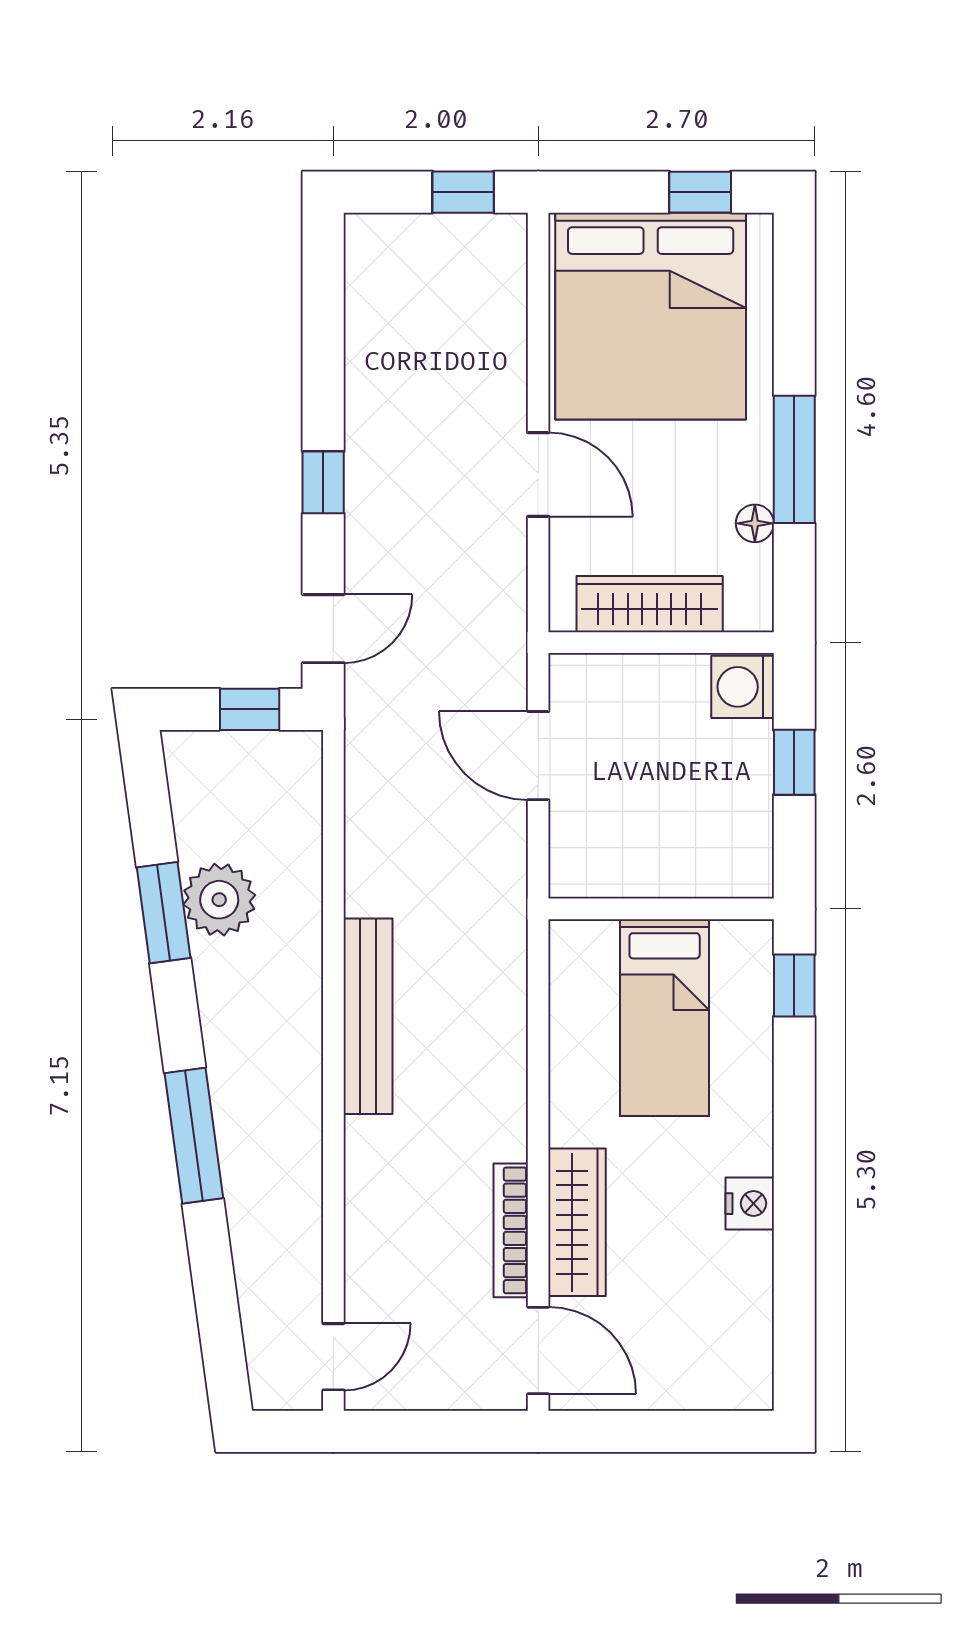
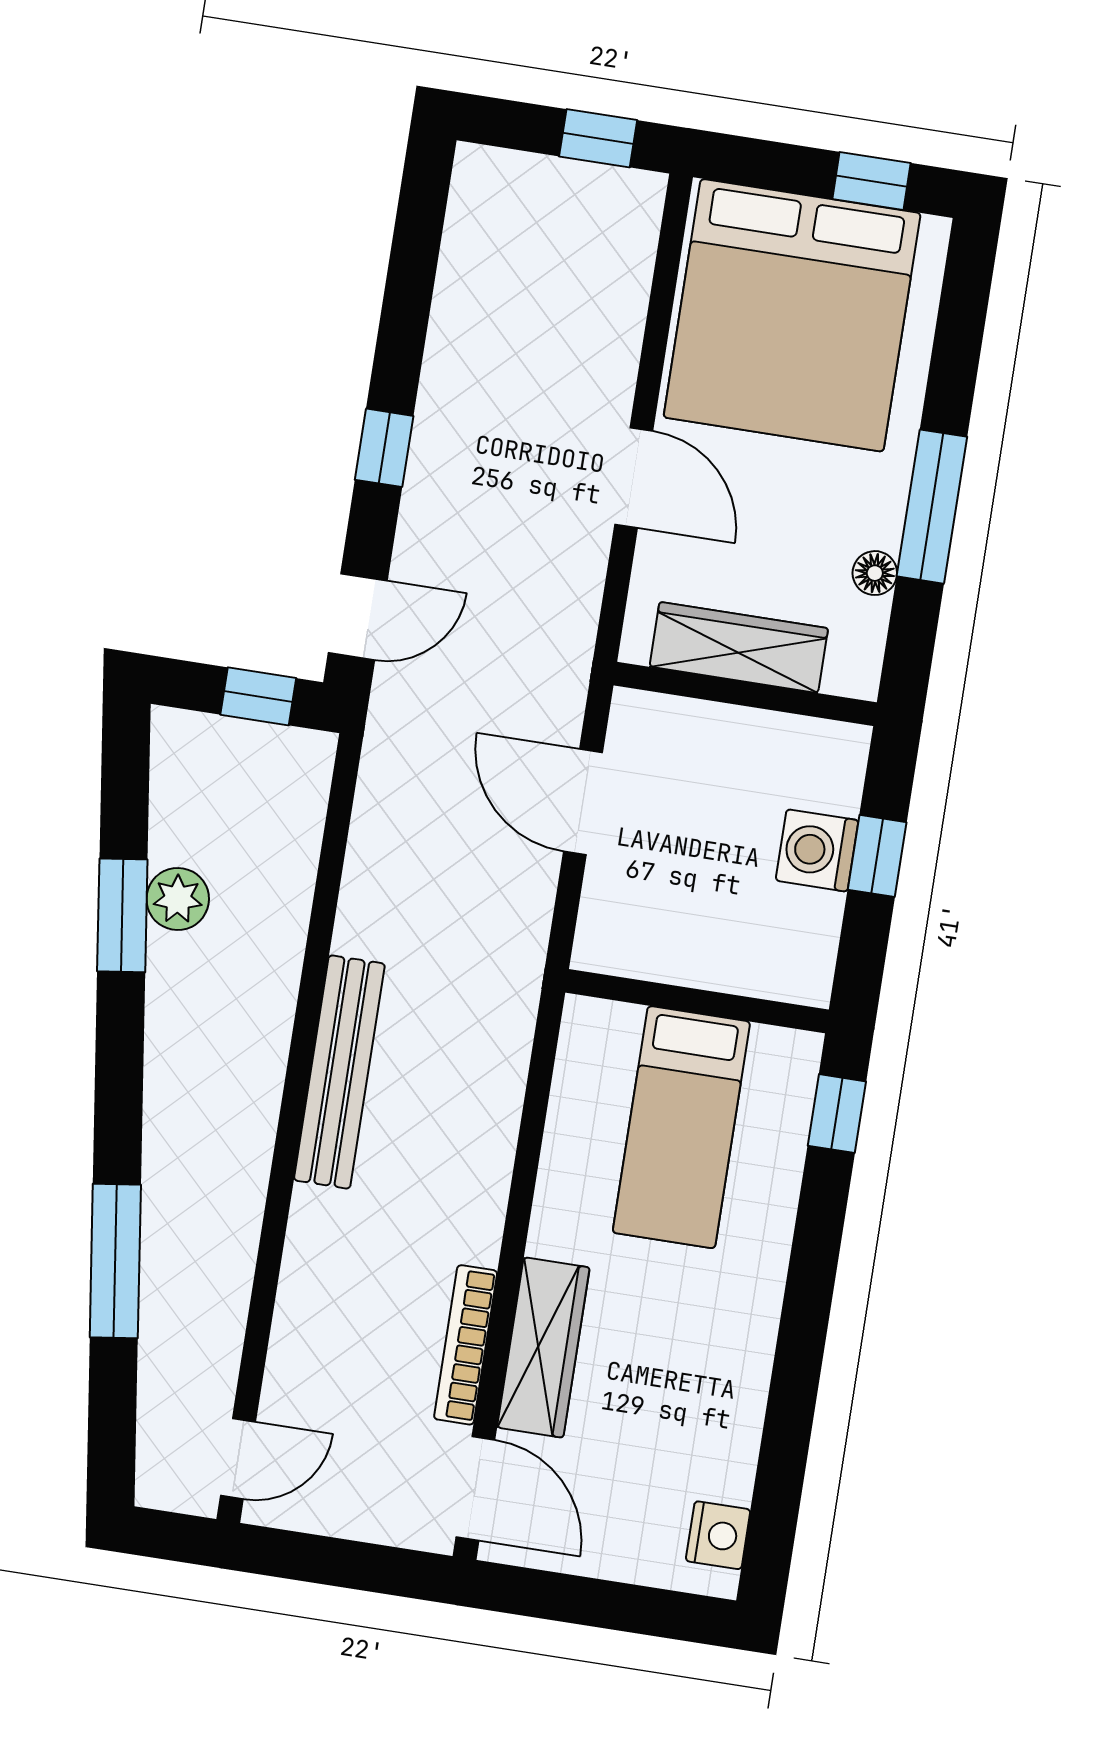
washing machine: (743, 687) -> (817, 850), moved
plant: (219, 900) -> (178, 899), width x0.73, depth x0.73
window: (194, 1136) -> (115, 1261), moved
nightstand: (750, 1204) -> (718, 1535), moved

